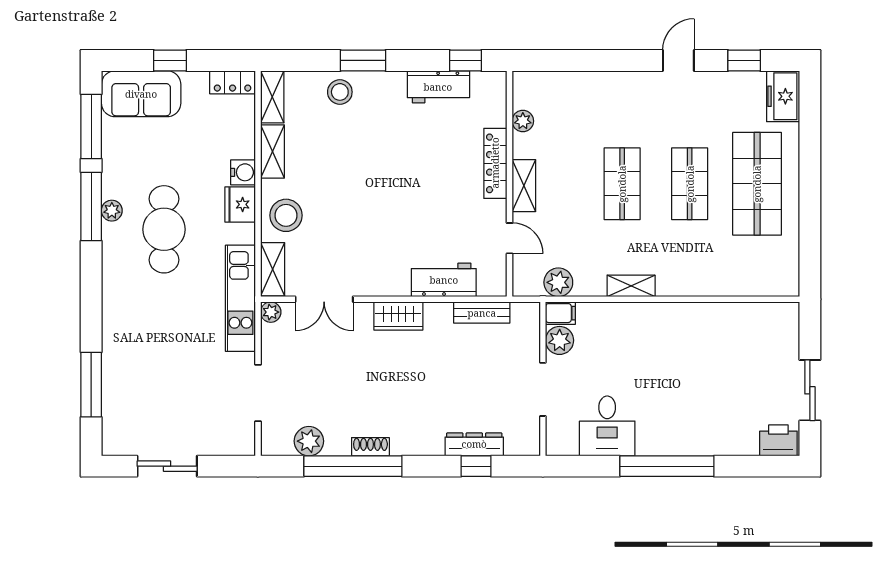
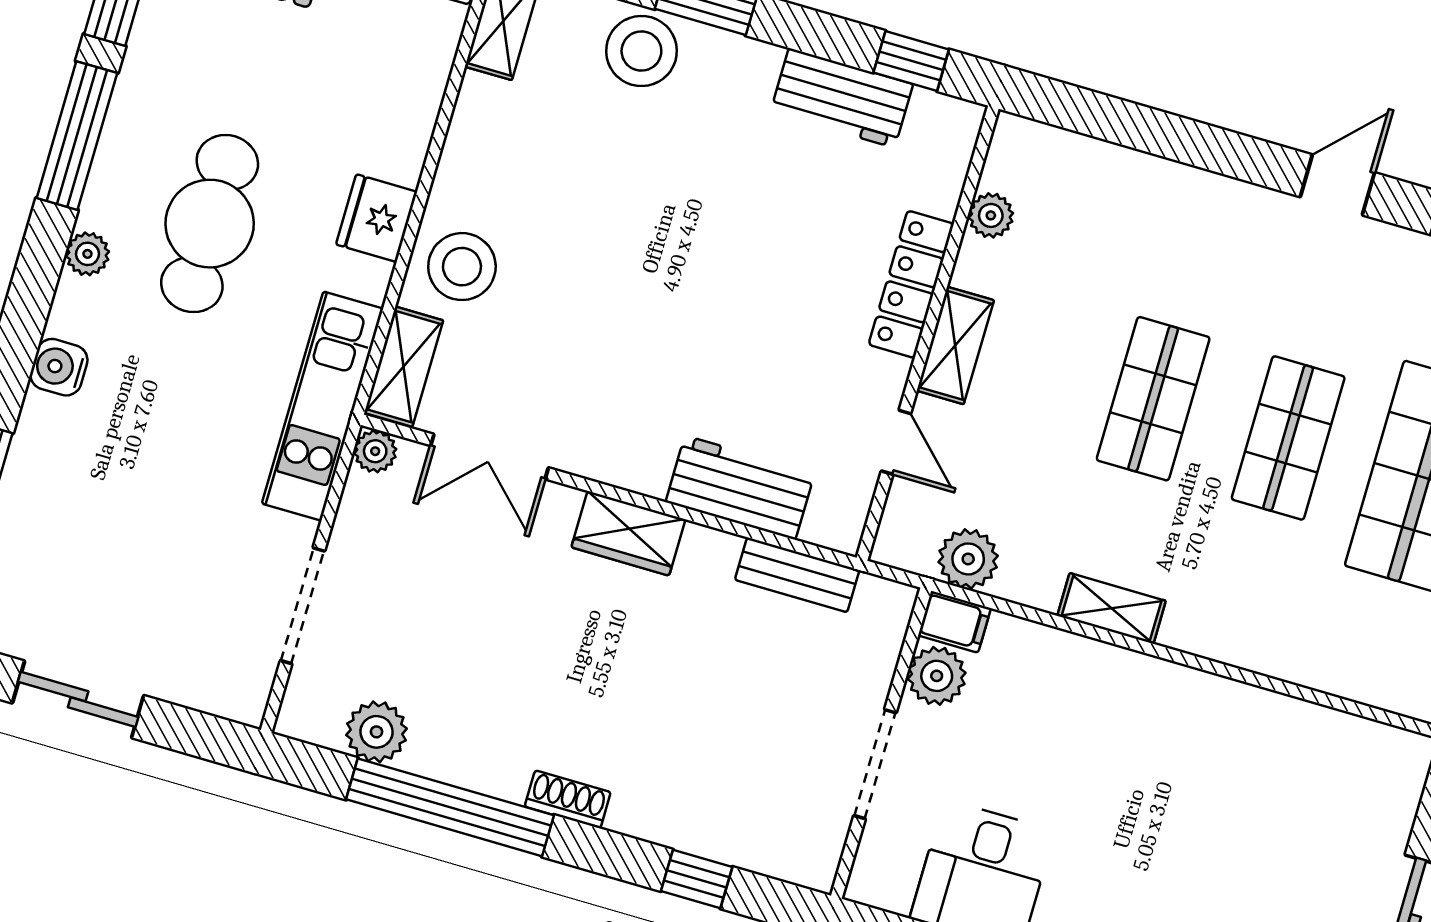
stool: (340, 92) -> (641, 51), width x1.38, depth x1.38
shelving: (272, 152) -> (472, 131), removed
water cooler: (243, 172) -> (59, 367), moved, turned 180
plant: (112, 211) -> (87, 254), moved
dresser: (474, 444) -> (705, 834), removed
shoe rack: (370, 447) -> (568, 799), moved

